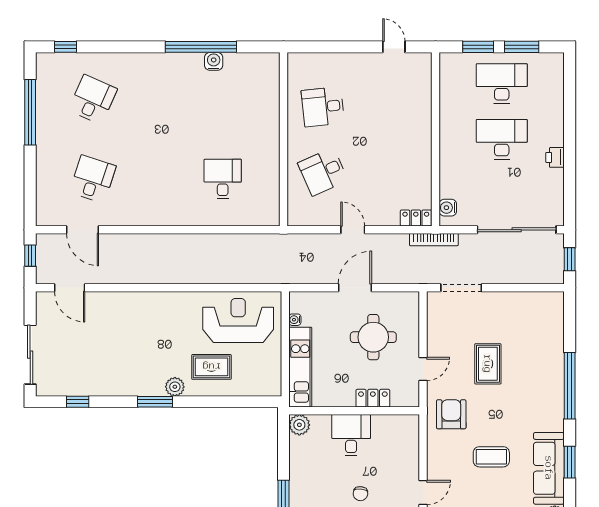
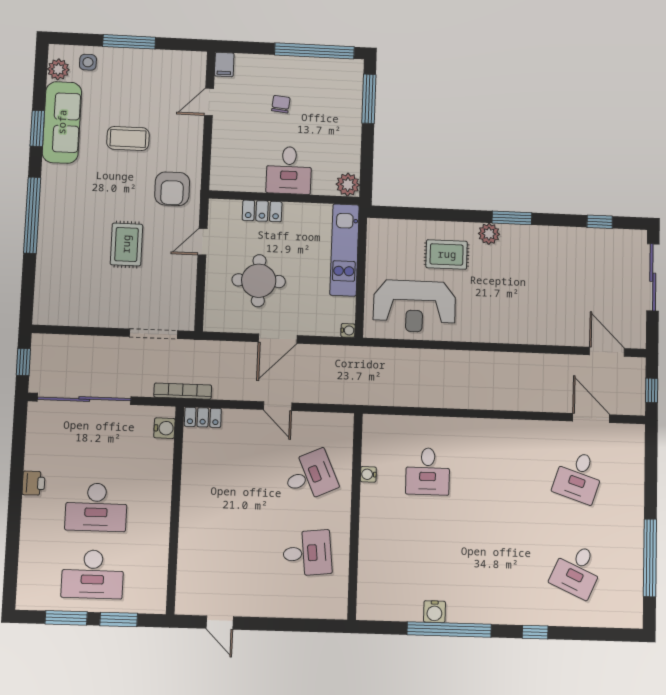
window: (66, 47) -> (535, 632), moved
water cooler: (273, 175) -> (368, 474), added
water cooler: (295, 320) -> (348, 330), moved

